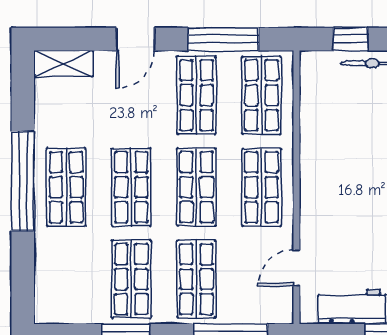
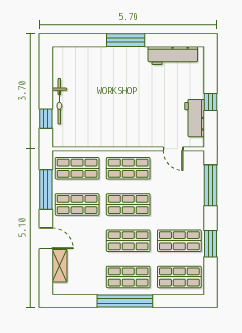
shelving: (64, 64) -> (59, 266), moved
shop shelf: (196, 279) -> (179, 277), moved

